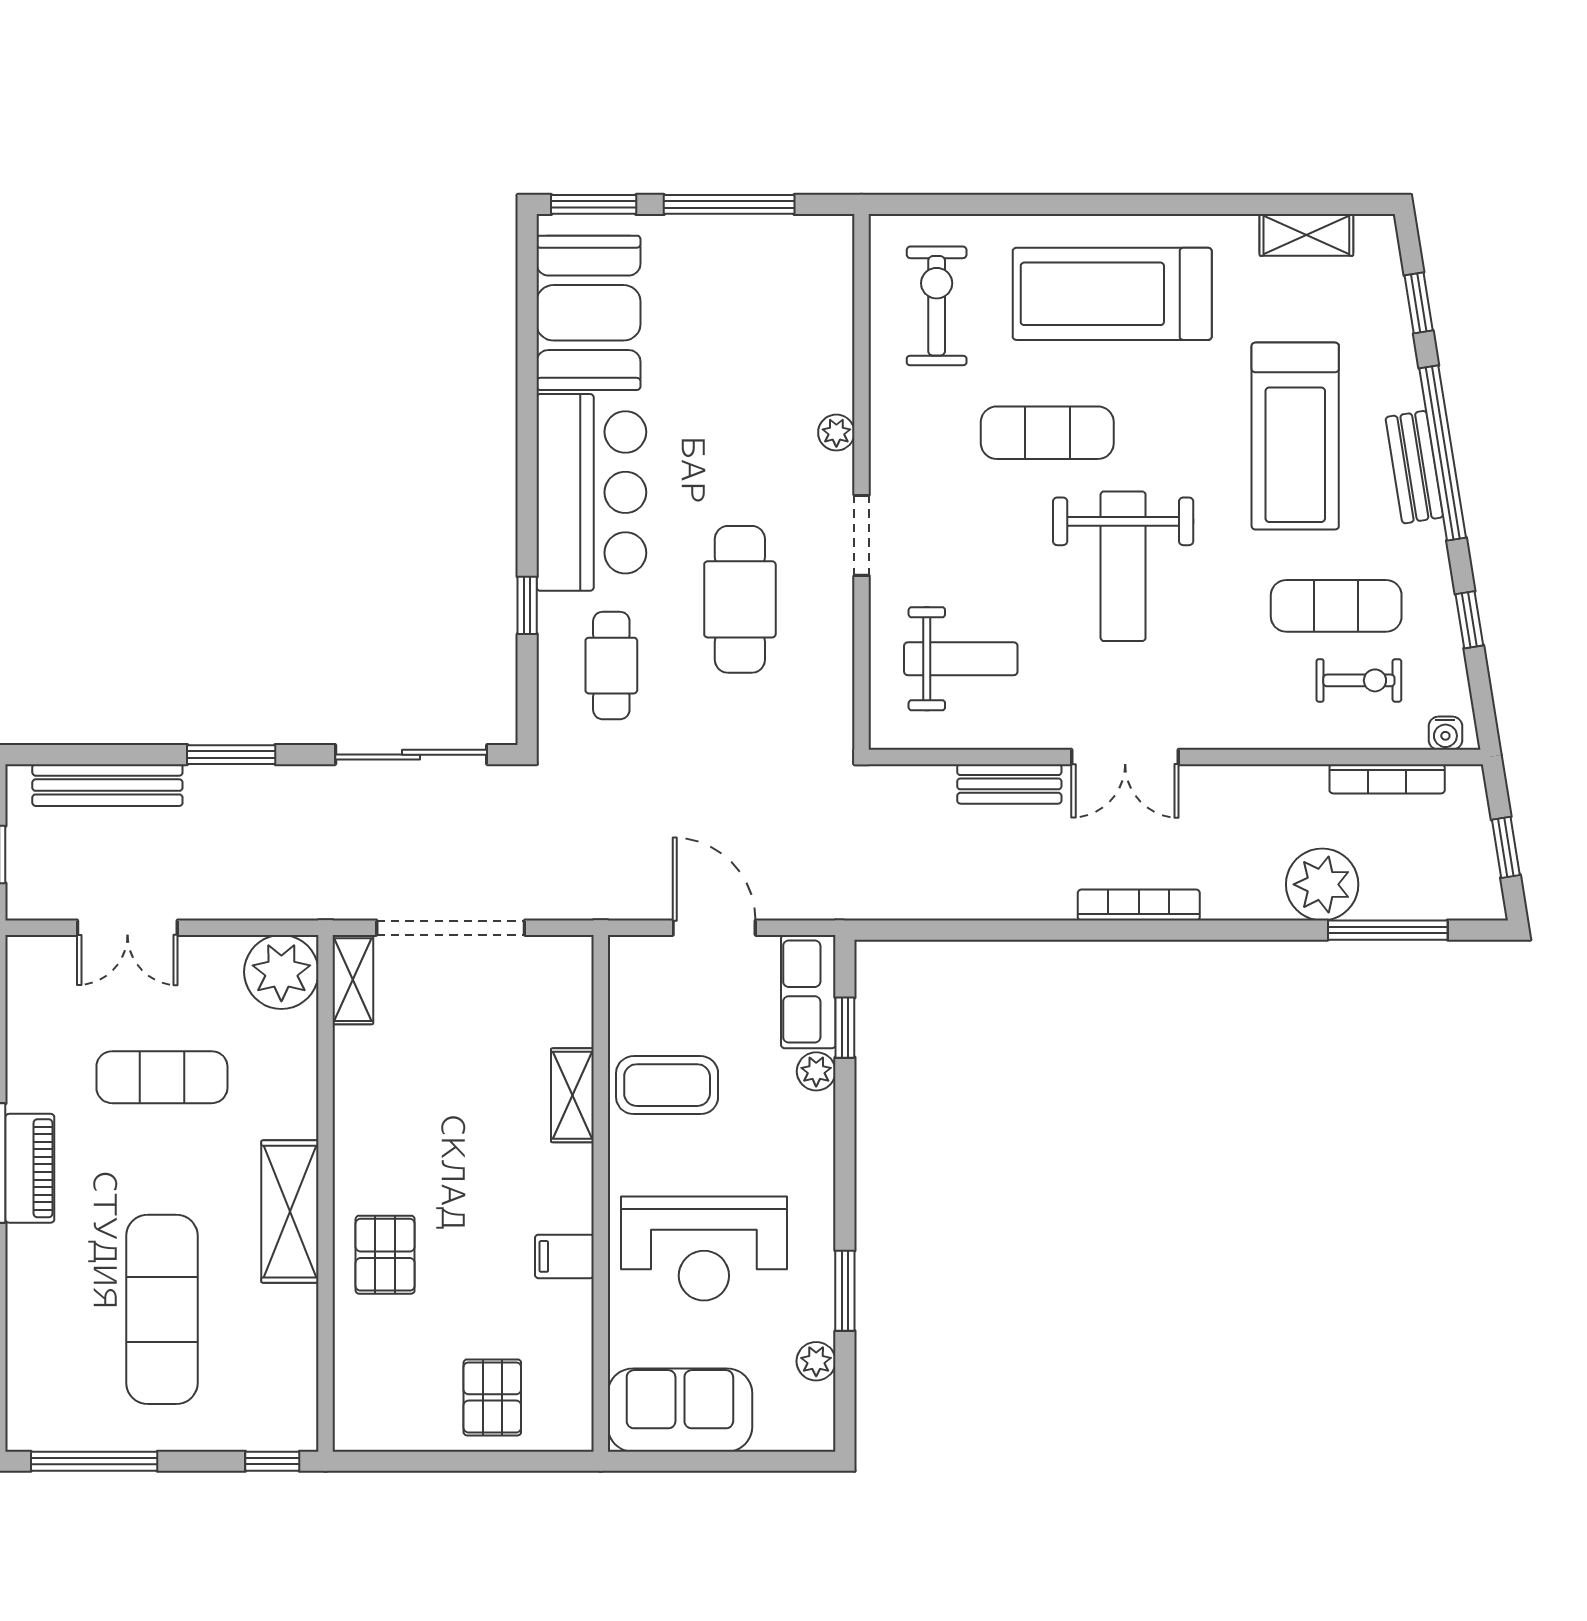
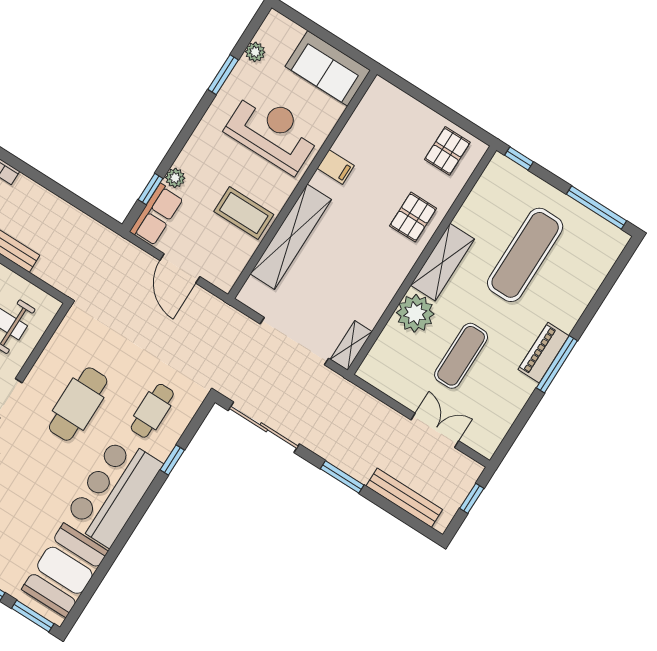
plant: (281, 972) -> (415, 313), moved
exercise mat: (162, 1077) -> (461, 356), turned 90
shelving: (572, 1095) -> (291, 237), width x2.20, depth x1.33
pallet: (492, 1397) -> (447, 151), moved

